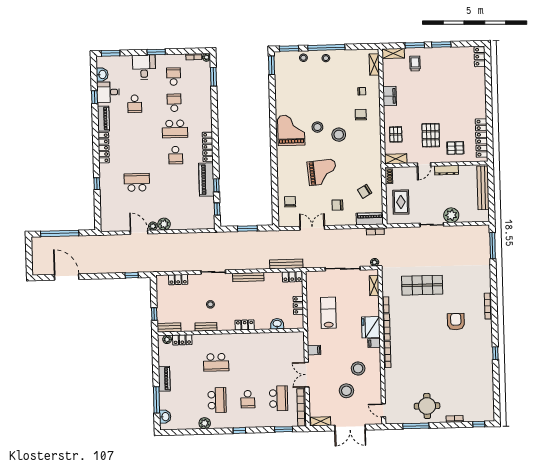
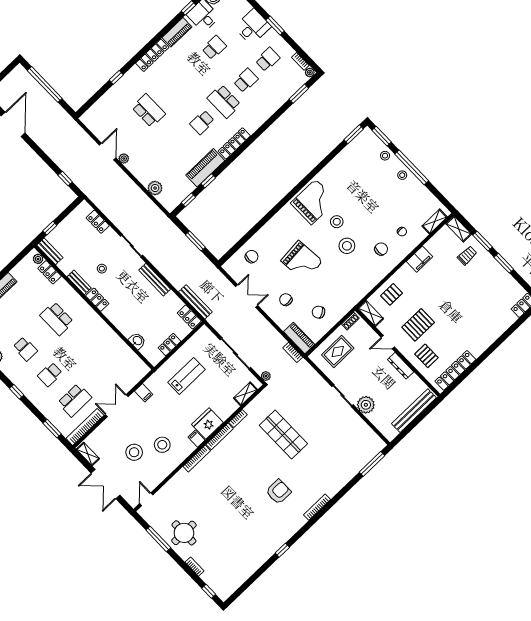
school desk: (135, 104) -> (214, 47), turned 180
plant: (164, 224) -> (155, 188), moved
locker: (245, 325) -> (97, 300), moved
school desk: (217, 400) -> (25, 349), width x0.54

